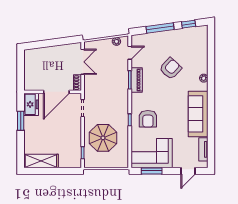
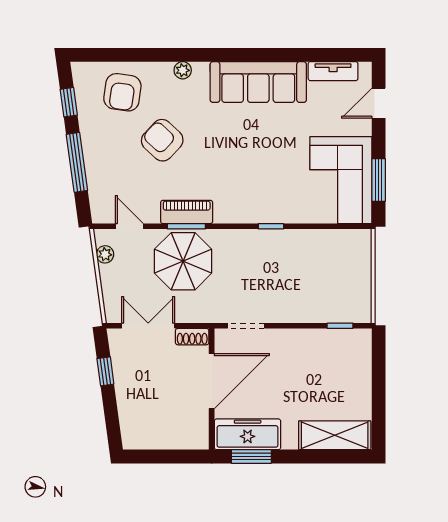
window: (61, 42) -> (105, 371), added
door: (56, 92) -> (212, 381), hinge flipped
freezer: (31, 104) -> (248, 434), width x1.40
armchair: (148, 119) -> (122, 92), moved, turned 98
window: (21, 121) -> (251, 456), moved
parasol: (103, 138) -> (183, 261), moved
shelving: (41, 161) -> (335, 435), moved, turned 90
door: (188, 171) -> (379, 103), swing flipped

